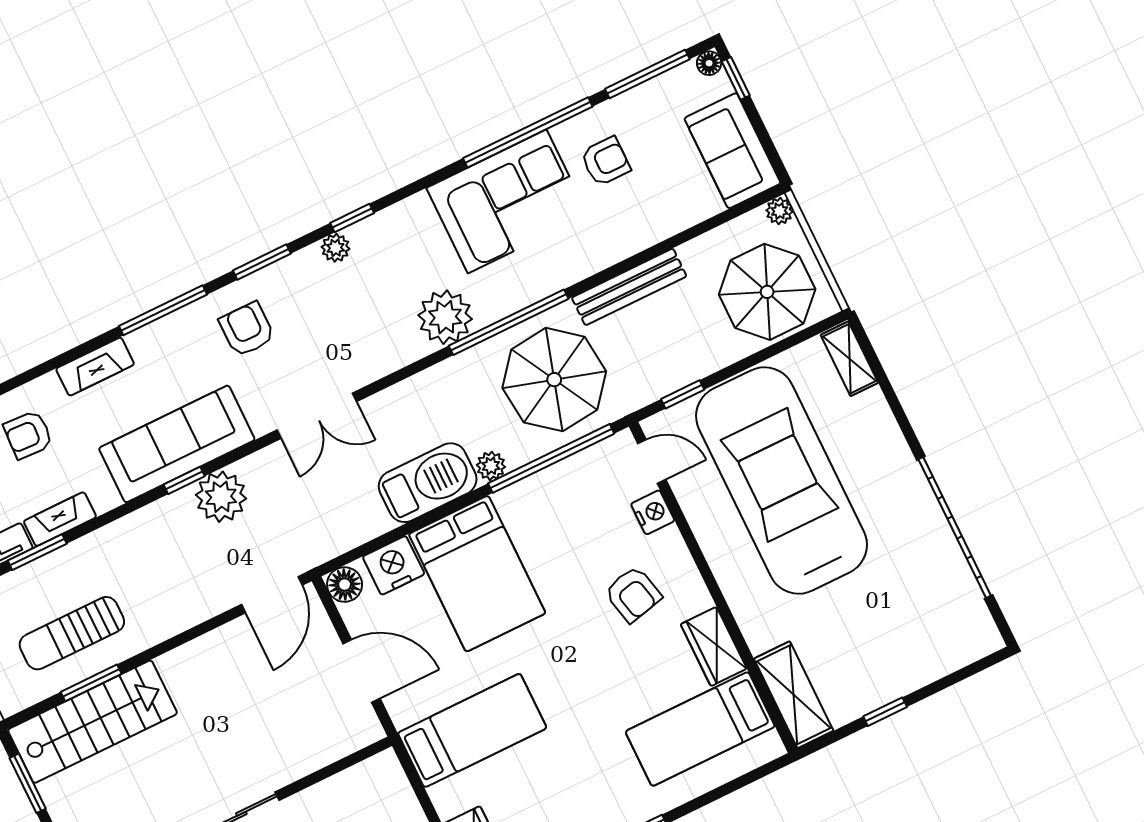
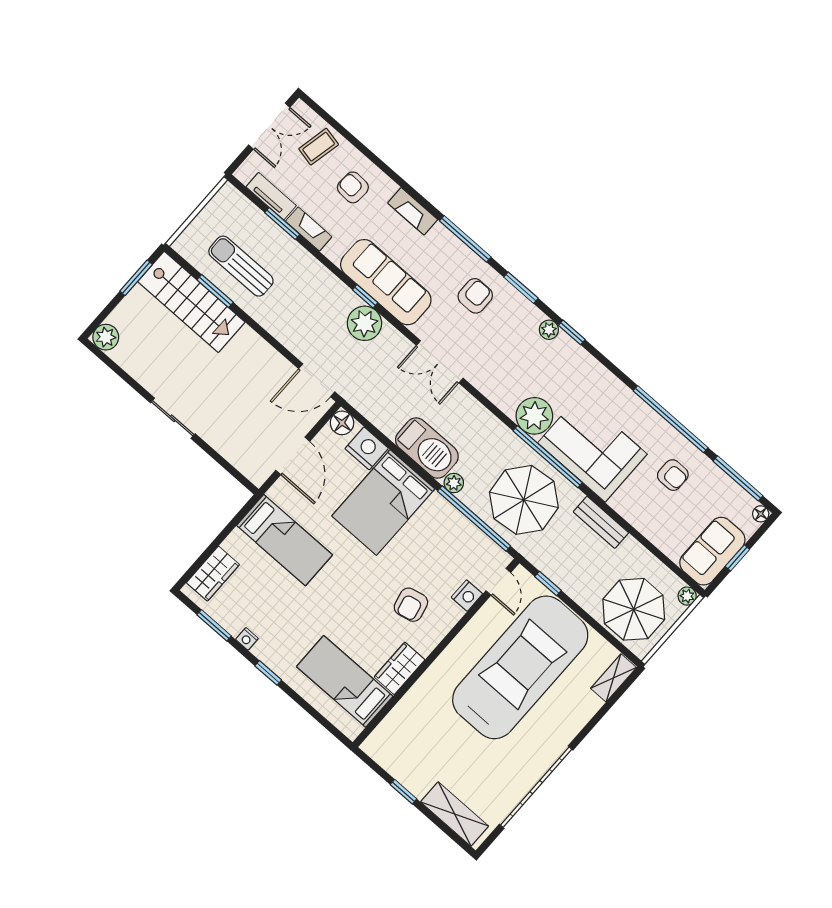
window: (736, 78) -> (737, 558), moved
corner sofa: (507, 201) -> (592, 449), moved, turned 180
bench: (629, 287) -> (601, 522), width x0.73
shelving: (794, 695) -> (455, 814), moved, turned 90

